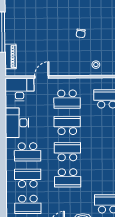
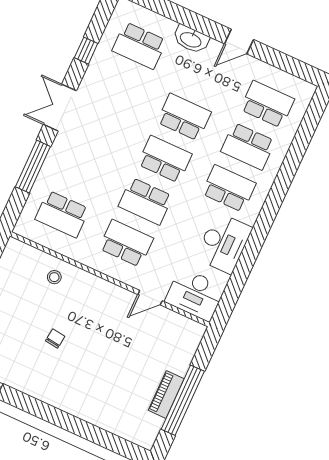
piano: (10, 56) -> (166, 395), moved
school desk: (67, 152) -> (165, 159), turned 180

